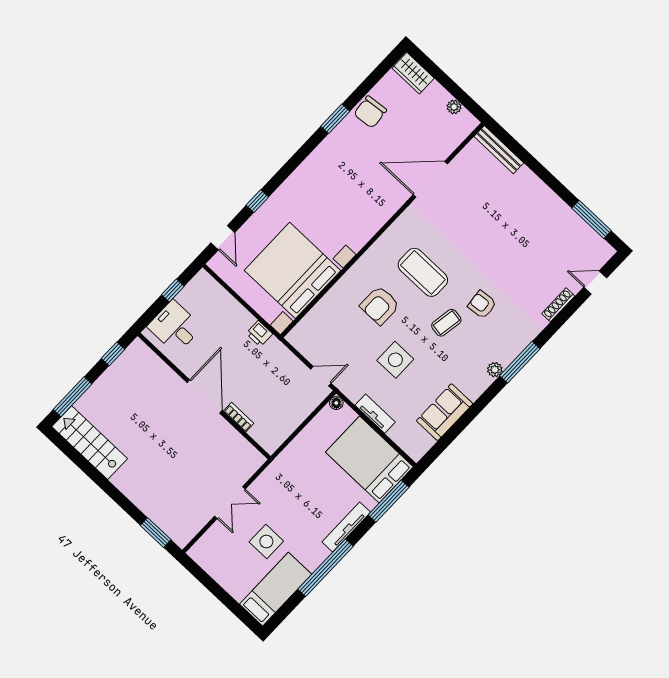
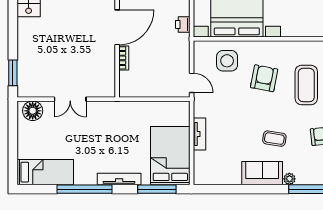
armchair: (380, 305) -> (264, 78), turned 101
coffee table: (446, 323) -> (274, 139), moved
side table: (395, 360) -> (227, 61), moved
floor lamp: (336, 403) -> (33, 111), moved, width x1.89, depth x1.89
sofa: (445, 412) -> (262, 173), moved
side table: (266, 541) -> (68, 141), removed

